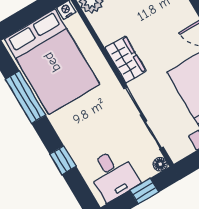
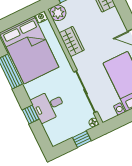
wardrobe: (126, 59) -> (72, 41), moved
desk: (113, 175) -> (48, 106), moved, turned 90

